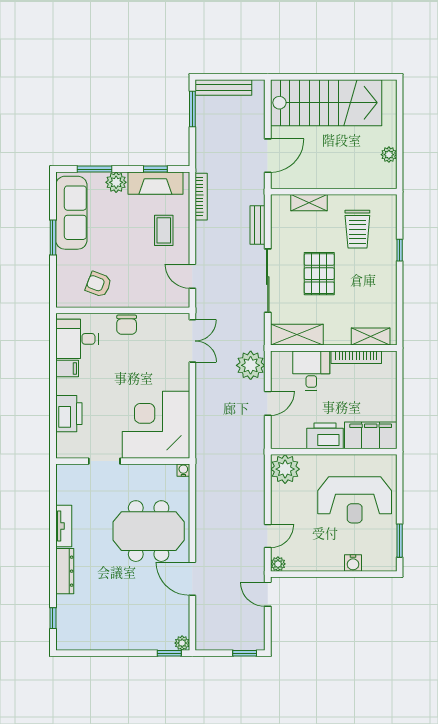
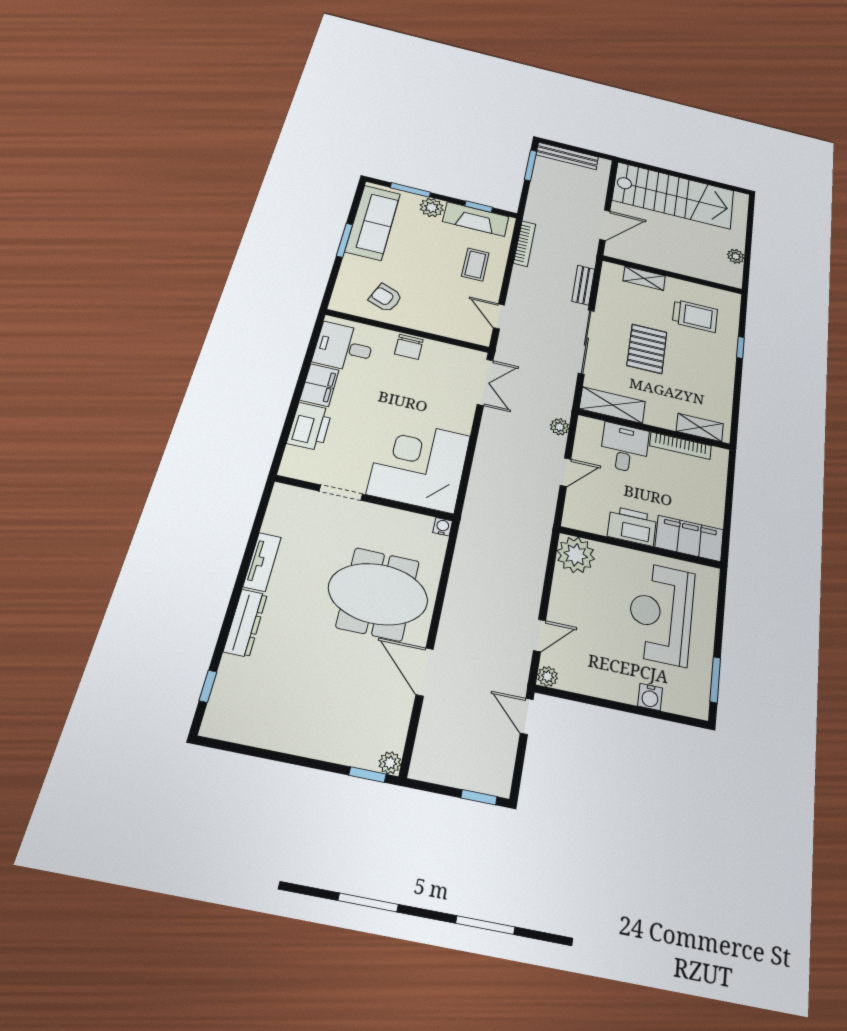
trolley: (357, 229) -> (695, 316), turned -90
plant: (251, 365) -> (560, 427), width x0.53, depth x0.53
filing cabinet: (67, 369) -> (319, 385), width x2.00
reception desk: (355, 500) -> (661, 613), turned 90

